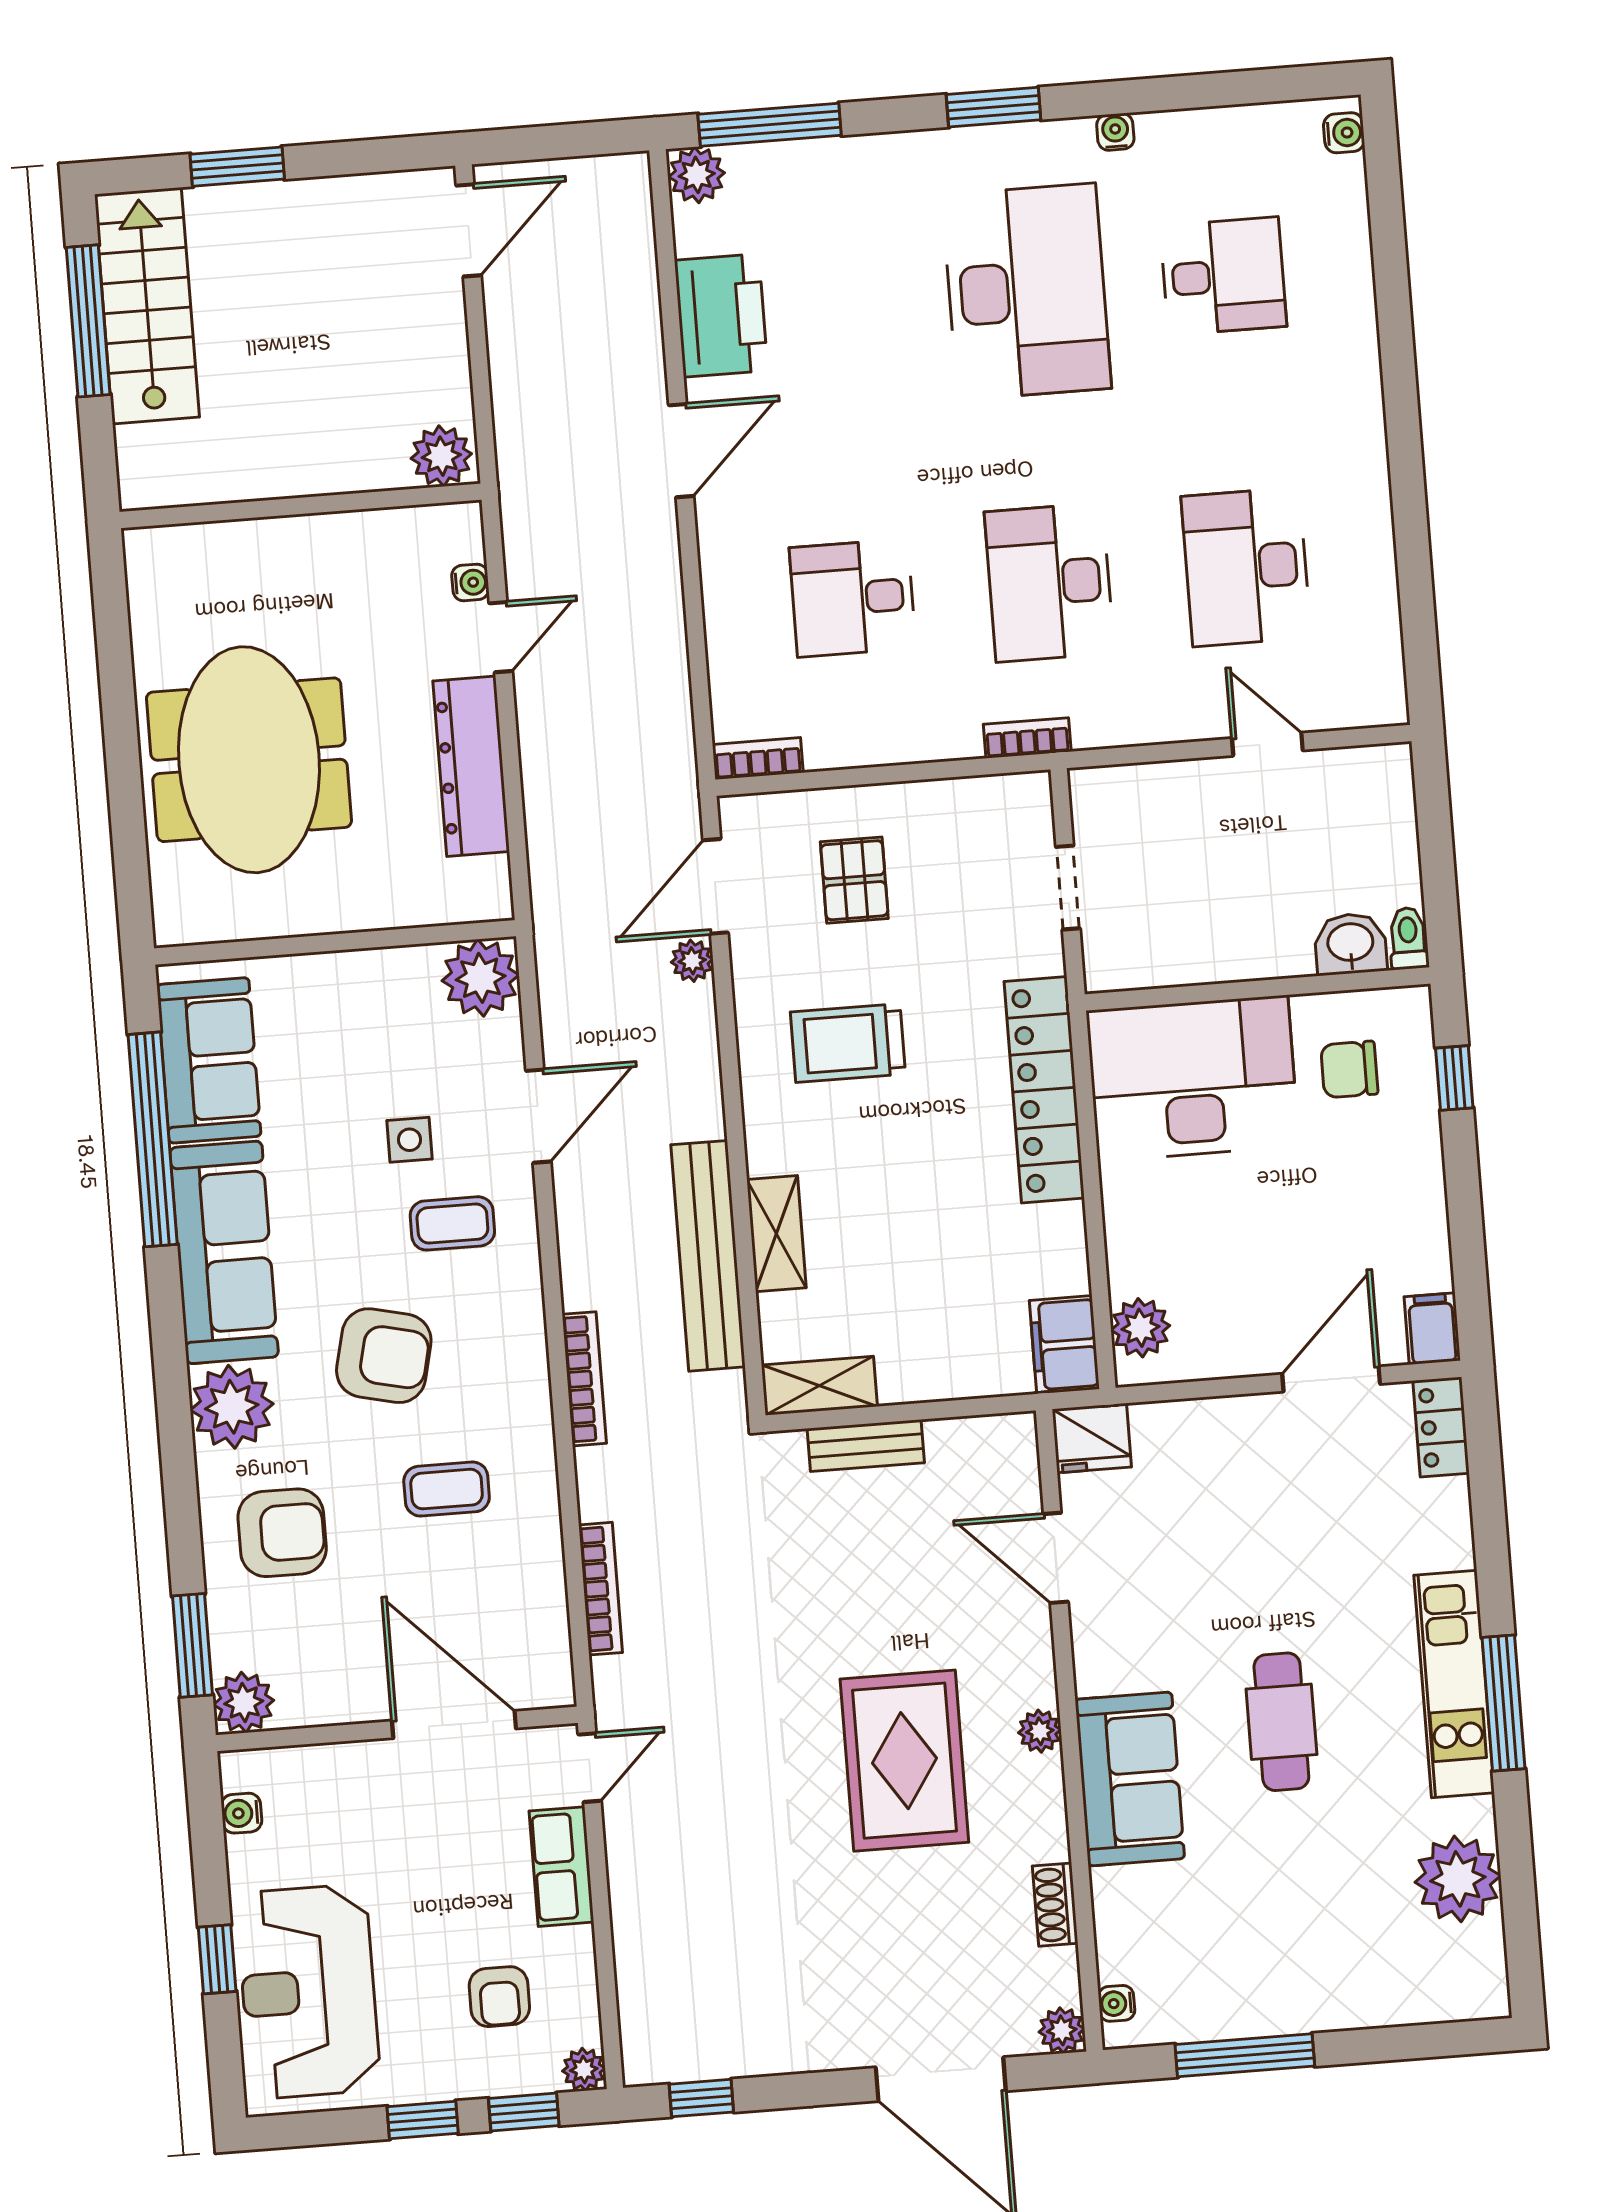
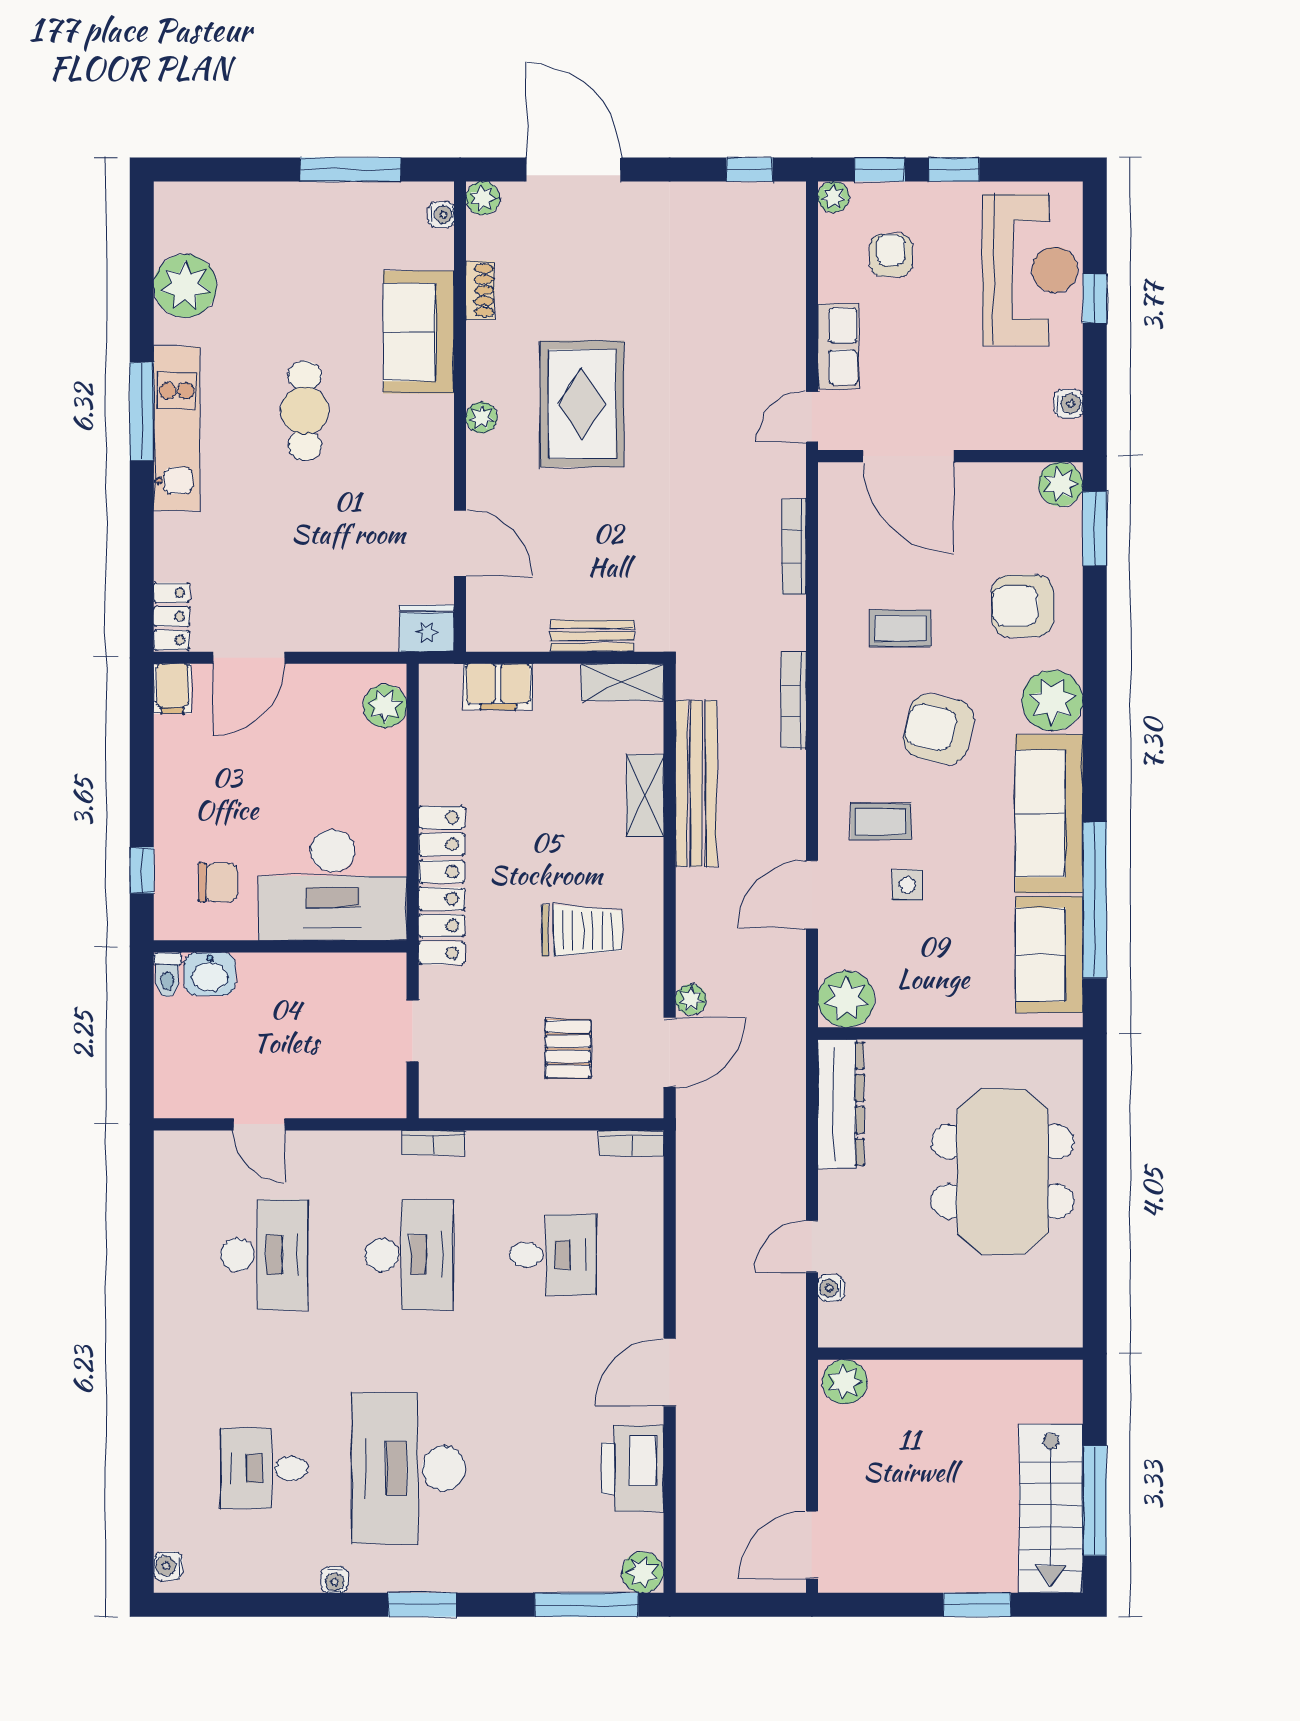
dresser: (471, 766) -> (841, 1104), moved
filing cabinet: (1064, 1345) -> (498, 687), moved, turned 90
sofa: (1130, 1779) -> (419, 332), moved

